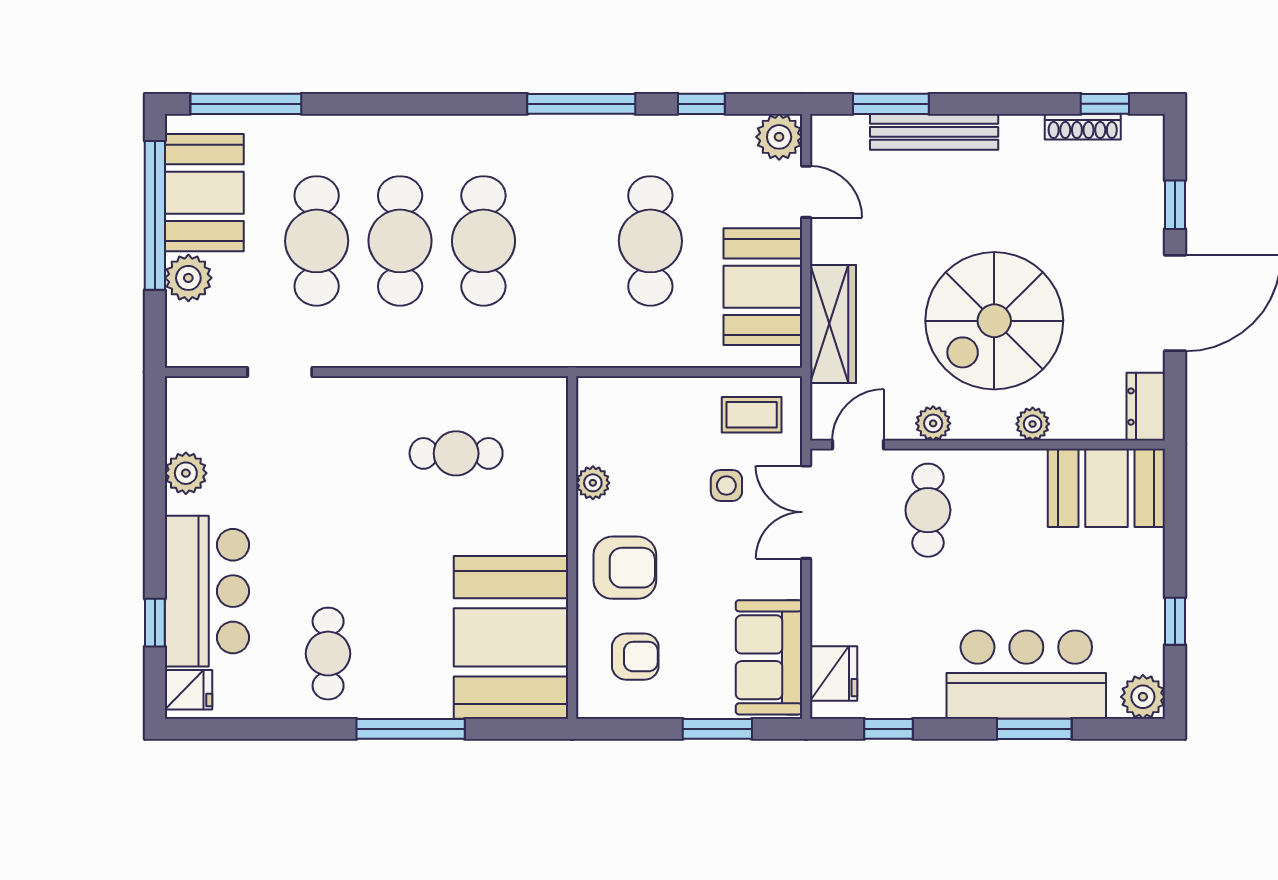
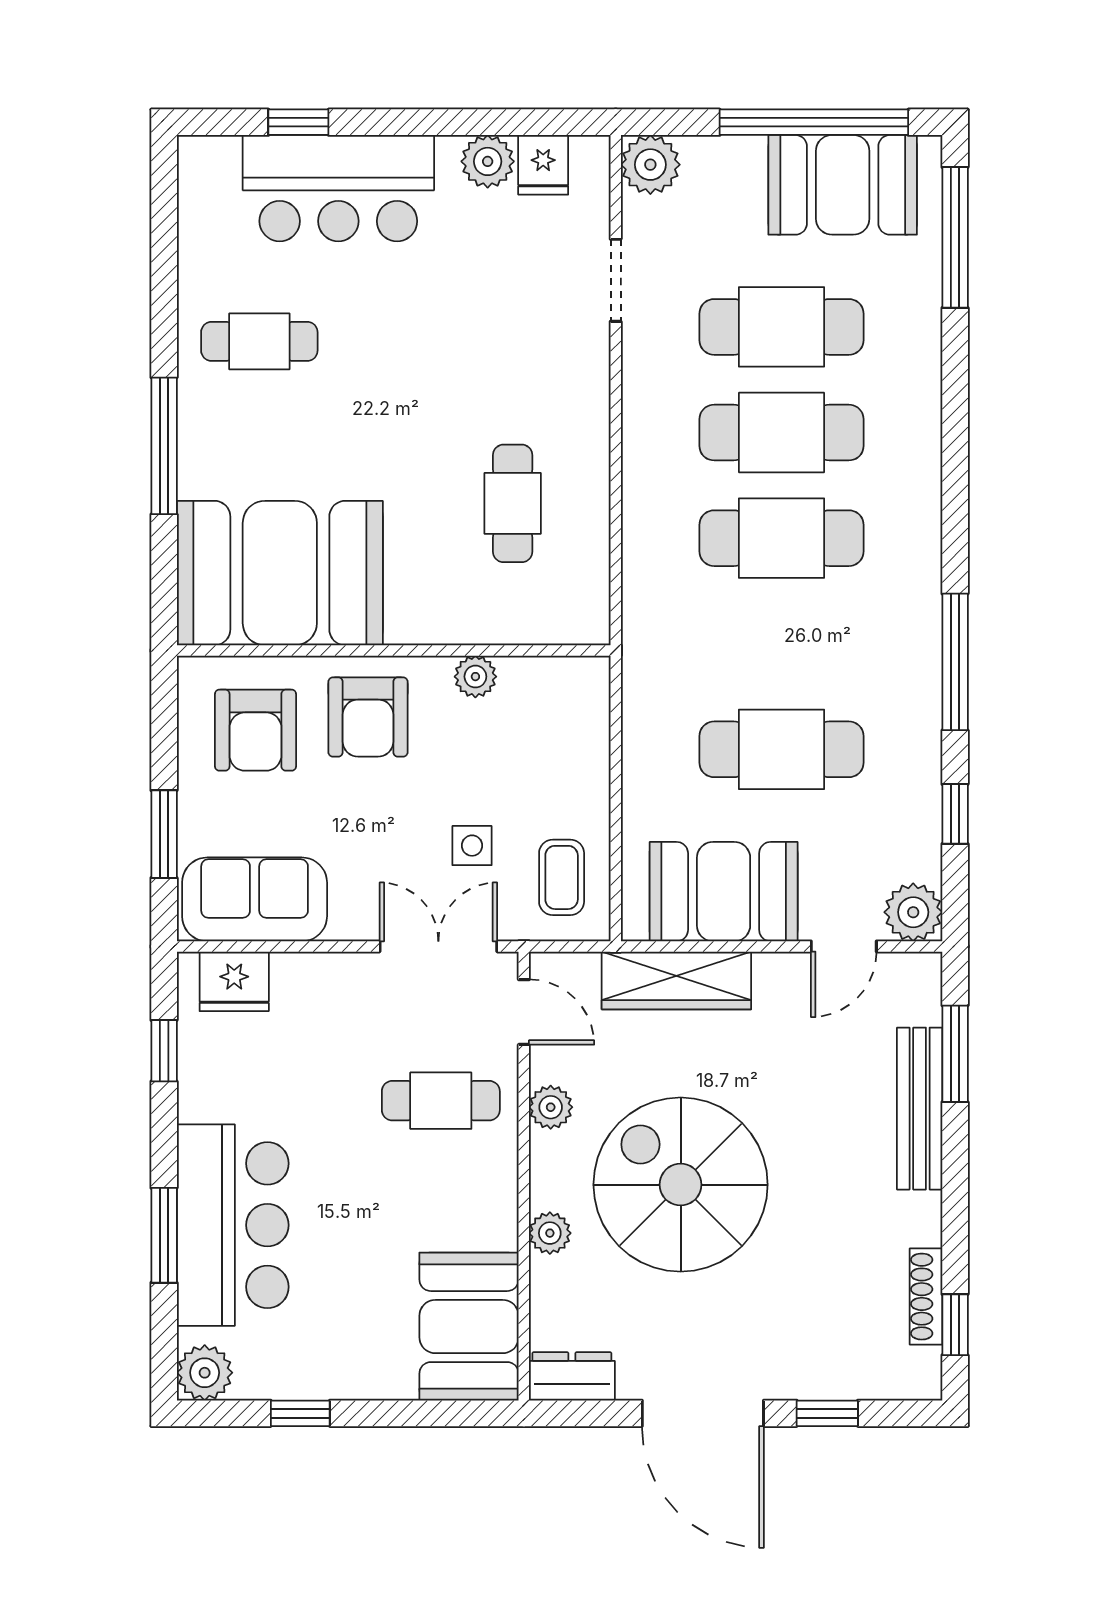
plant: (188, 278) -> (650, 165), moved
armchair: (635, 657) -> (255, 730), width x1.38, depth x1.38
fridge: (189, 690) -> (543, 165), moved

